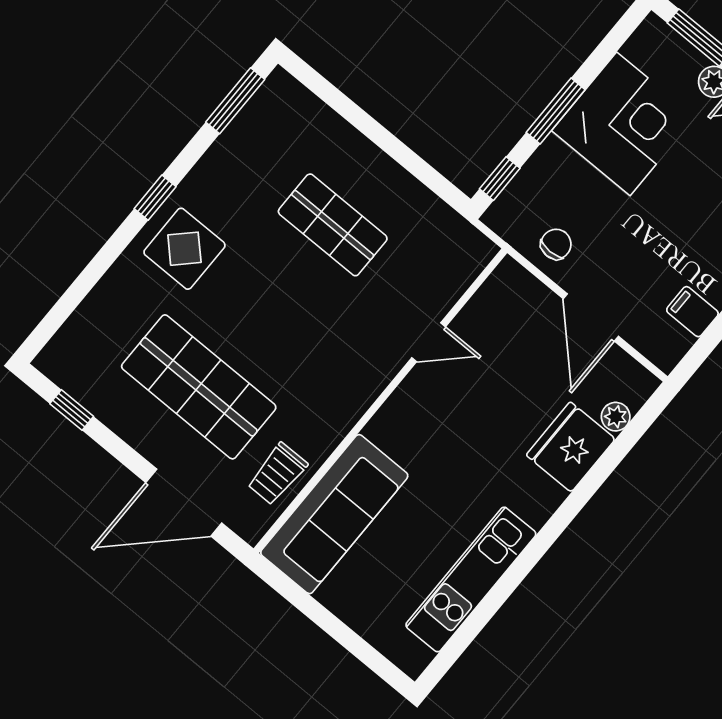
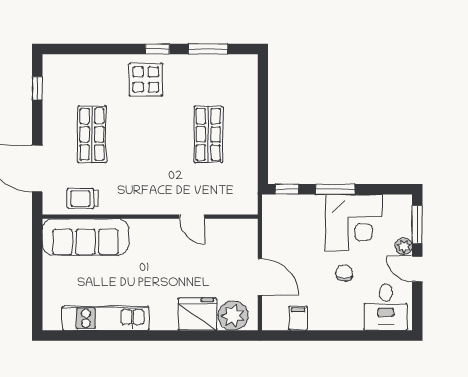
window: (235, 101) -> (208, 49), moved
chair: (556, 244) -> (344, 273), moved, turned -90
door: (591, 317) -> (260, 277), swing flipped
shop shelf: (199, 387) -> (92, 134), width x0.70, depth x0.74
plant: (616, 417) -> (233, 316), width x1.88, depth x1.88

